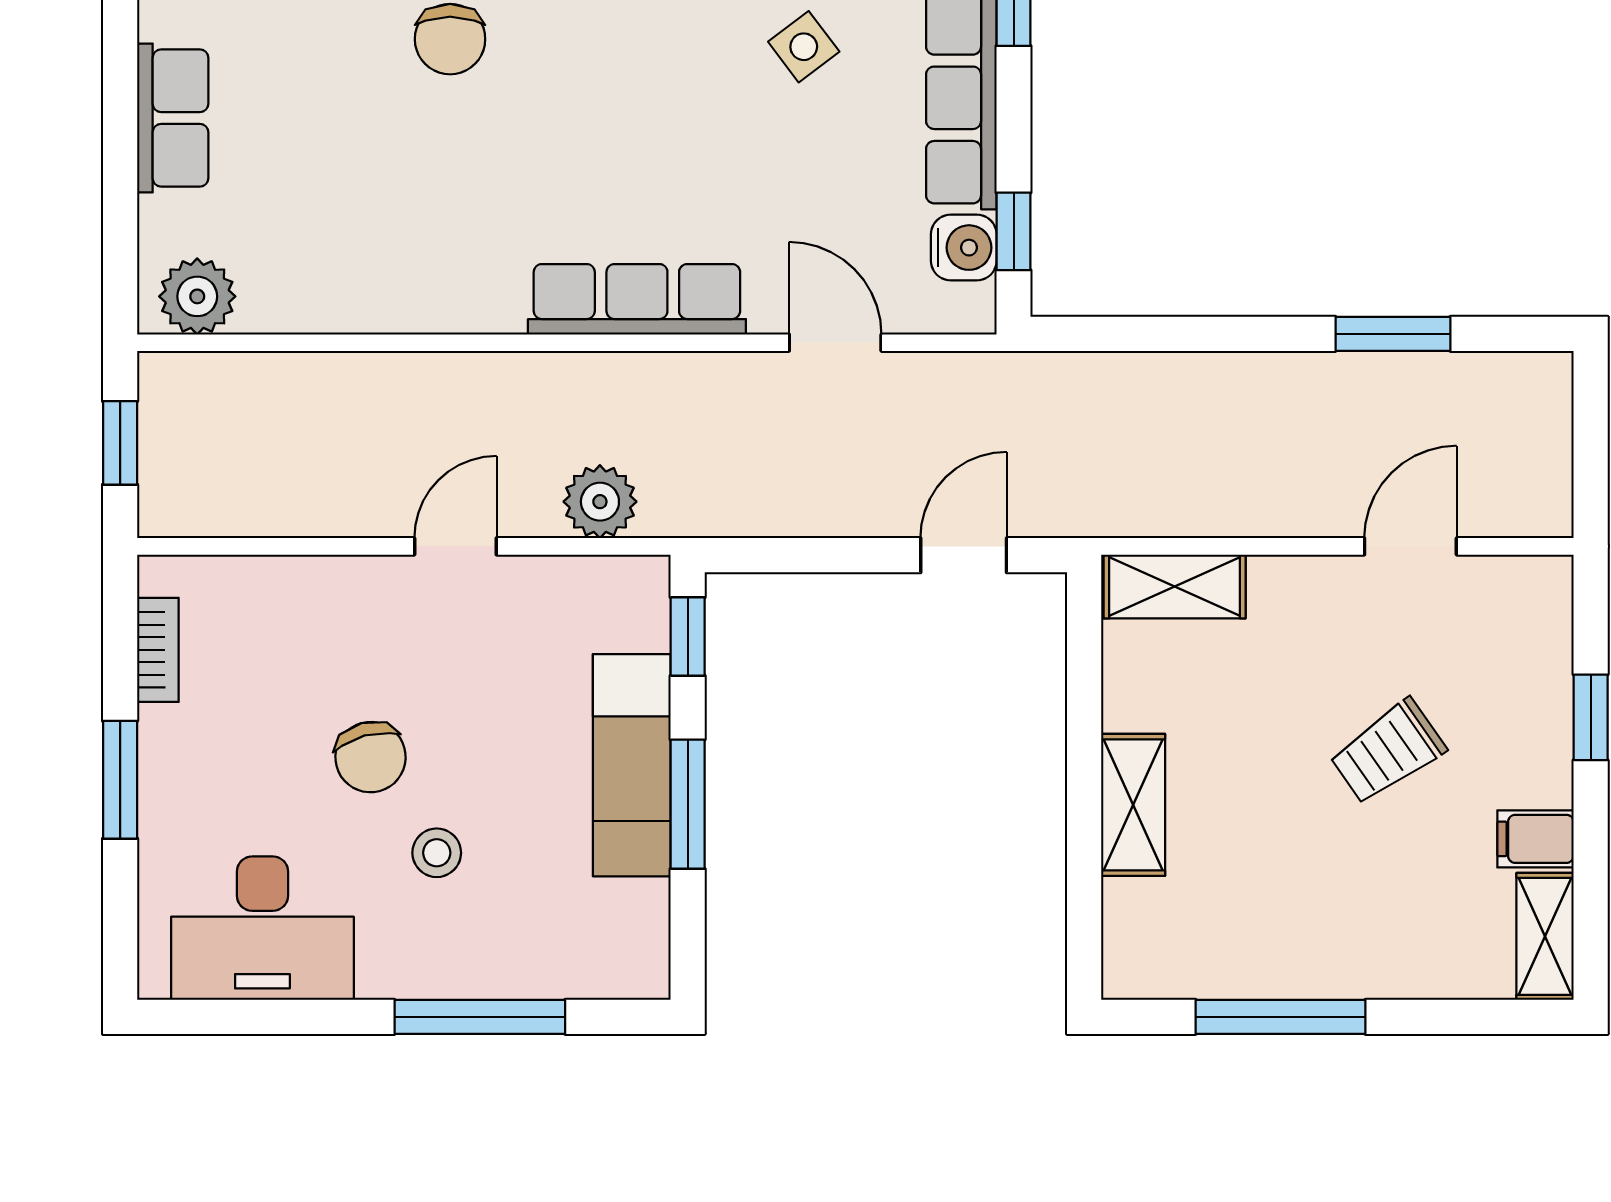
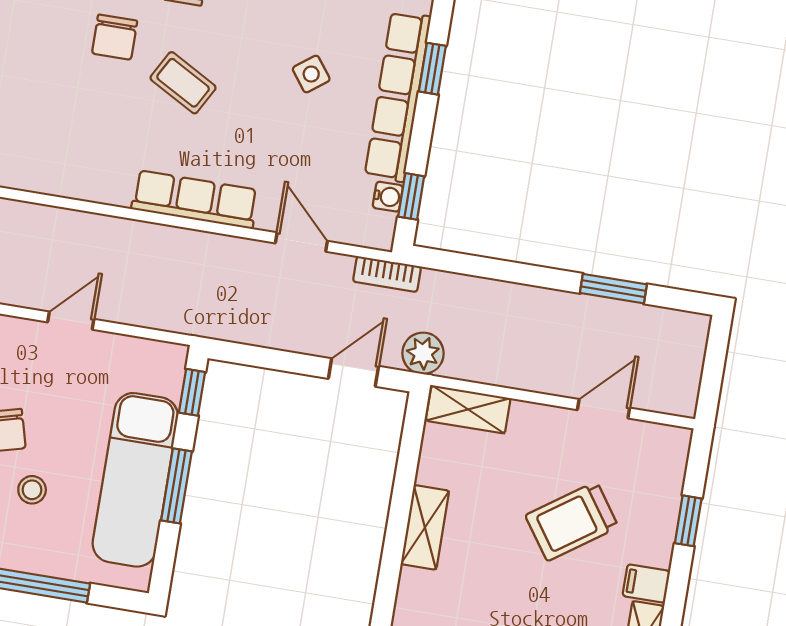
coffee table: (583, 99) -> (183, 83), added
water cooler: (964, 248) -> (388, 197), width x0.72, depth x0.72
bookcase: (994, 374) -> (387, 274), added
plant: (600, 502) -> (423, 353), moved
trolley: (1388, 752) -> (572, 521), width x1.36, depth x1.39
exam couch: (632, 765) -> (135, 480), width x1.36, depth x1.45

